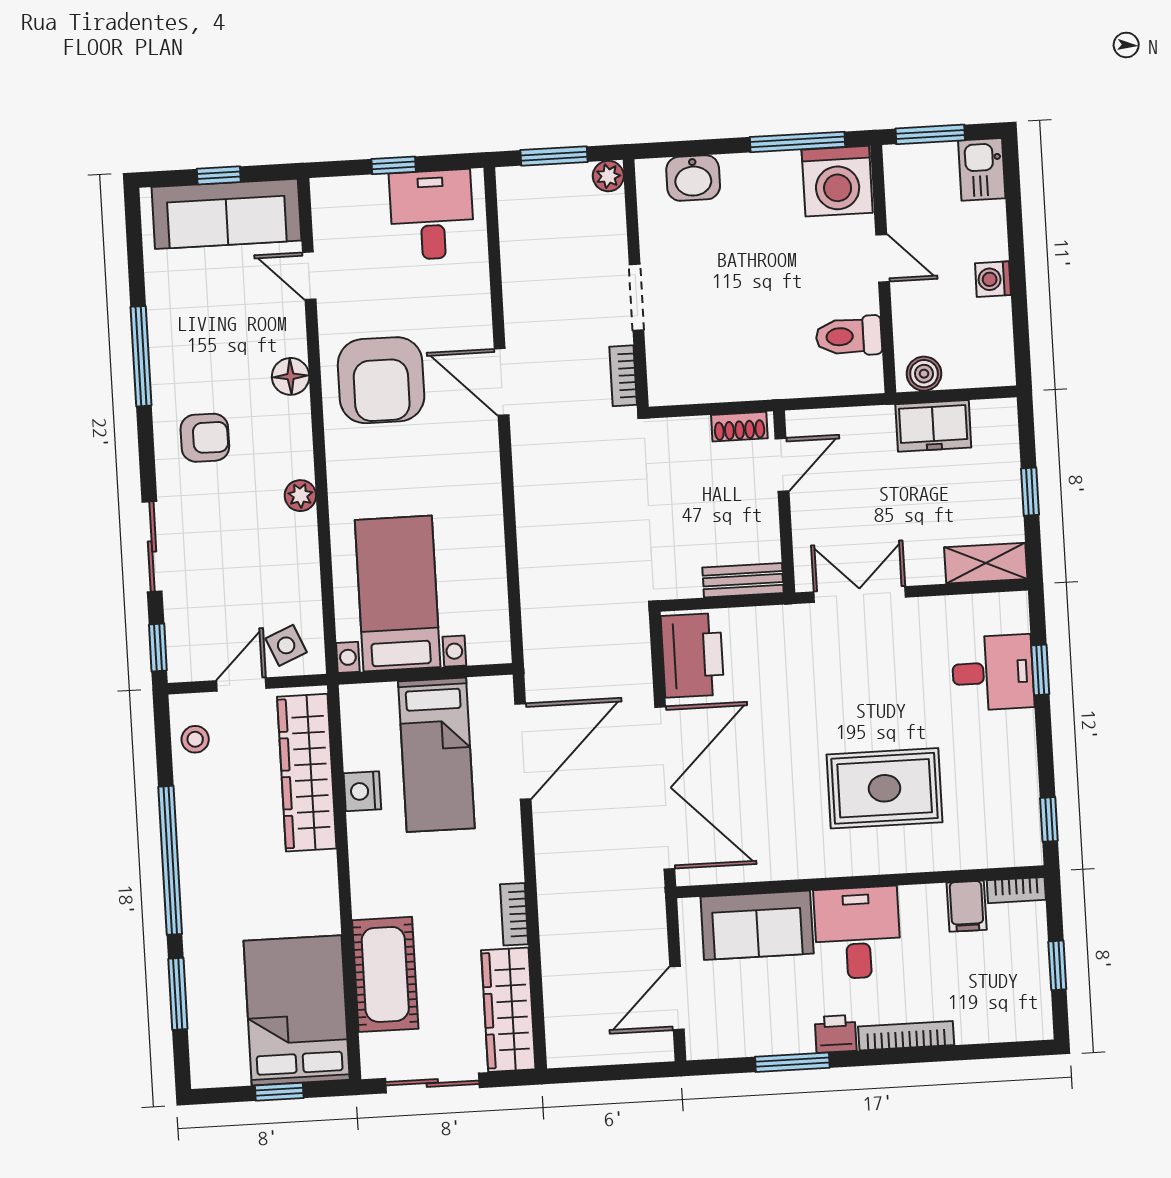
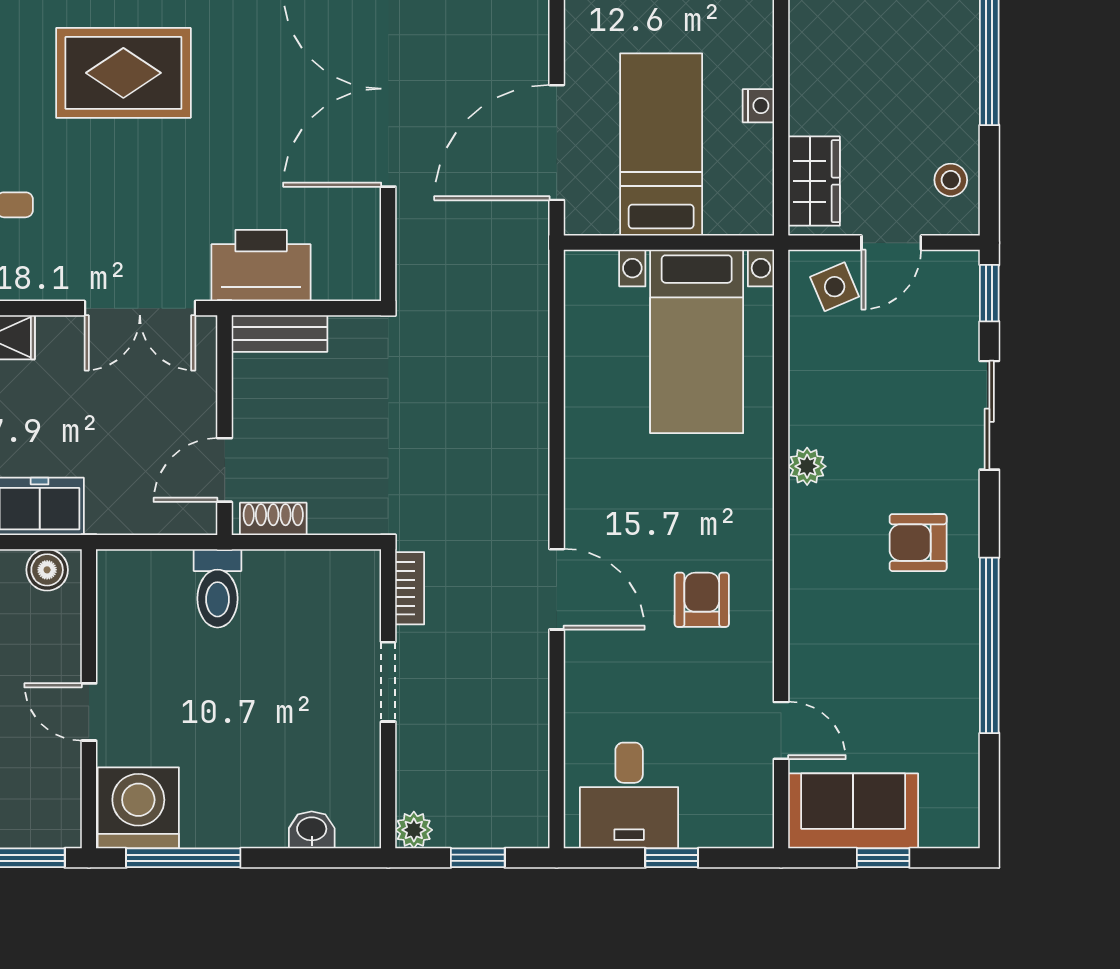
window: (554, 156) -> (478, 858), width x0.67
washbasin: (693, 178) -> (312, 830), width x0.72, depth x0.69
sofa: (226, 214) -> (853, 811), width x0.73
toilet: (849, 336) -> (217, 588), moved, turned 90
window: (141, 356) -> (989, 645), width x1.46
floor lamp: (291, 376) -> (811, 611), removed
armchair: (381, 380) -> (702, 600), width x0.53, depth x0.53
printer: (692, 655) -> (261, 266), moved, turned 90
wardrobe: (307, 773) -> (814, 181), width x0.48, depth x0.85
nightstand: (362, 791) -> (758, 106), width x0.72, depth x0.74

